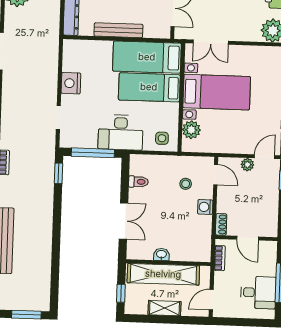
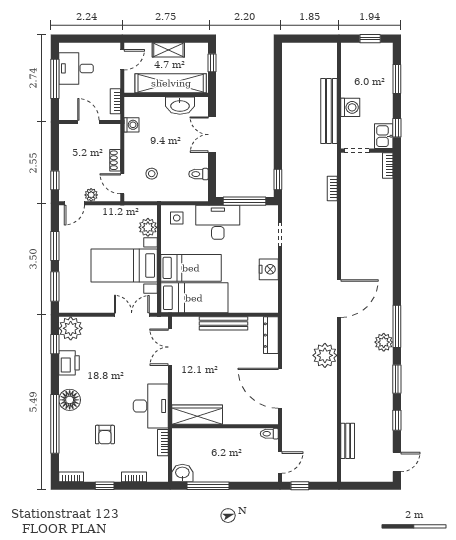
washing machine: (205, 207) -> (131, 125), moved
shoe rack: (221, 224) -> (115, 160), moved
washbasin: (161, 254) -> (180, 106), width x1.91, depth x1.45
window: (26, 315) -> (305, 39), removed

